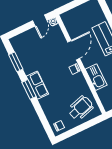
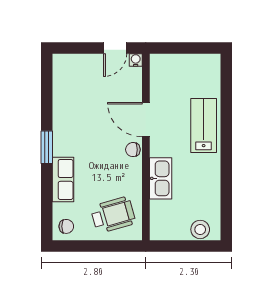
door: (74, 50) -> (146, 120), swing flipped
window: (16, 62) -> (47, 94), removed
row of seats: (37, 85) -> (63, 179), moved

